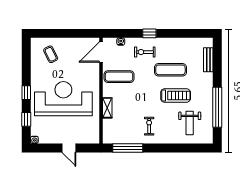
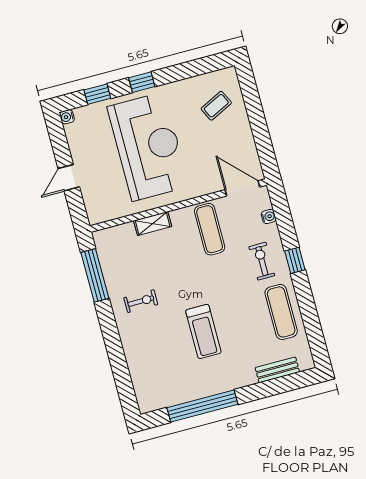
exercise mat: (170, 70) -> (281, 312), moved
weight bench: (190, 123) -> (164, 367), removed

